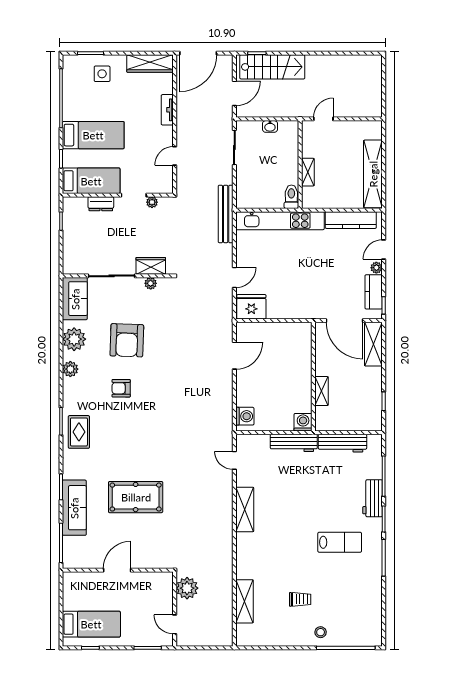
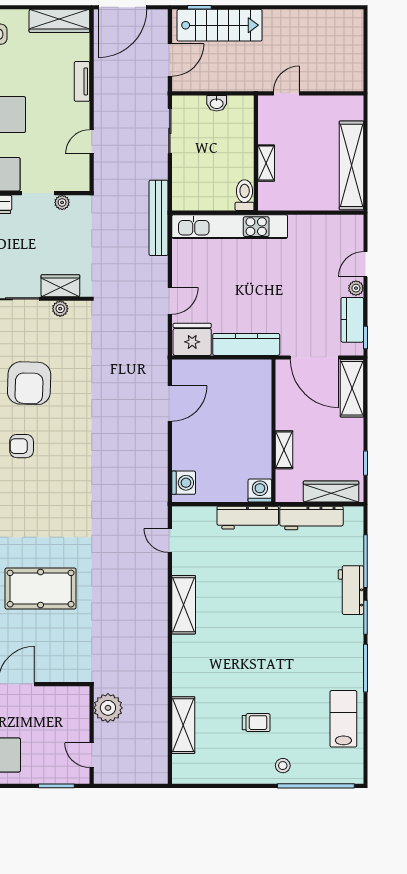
kitchen counter: (351, 220) -> (246, 344), moved, turned 180
wardrobe: (357, 423) -> (331, 492), added
lab bench: (340, 542) -> (343, 719), moved, turned -90

